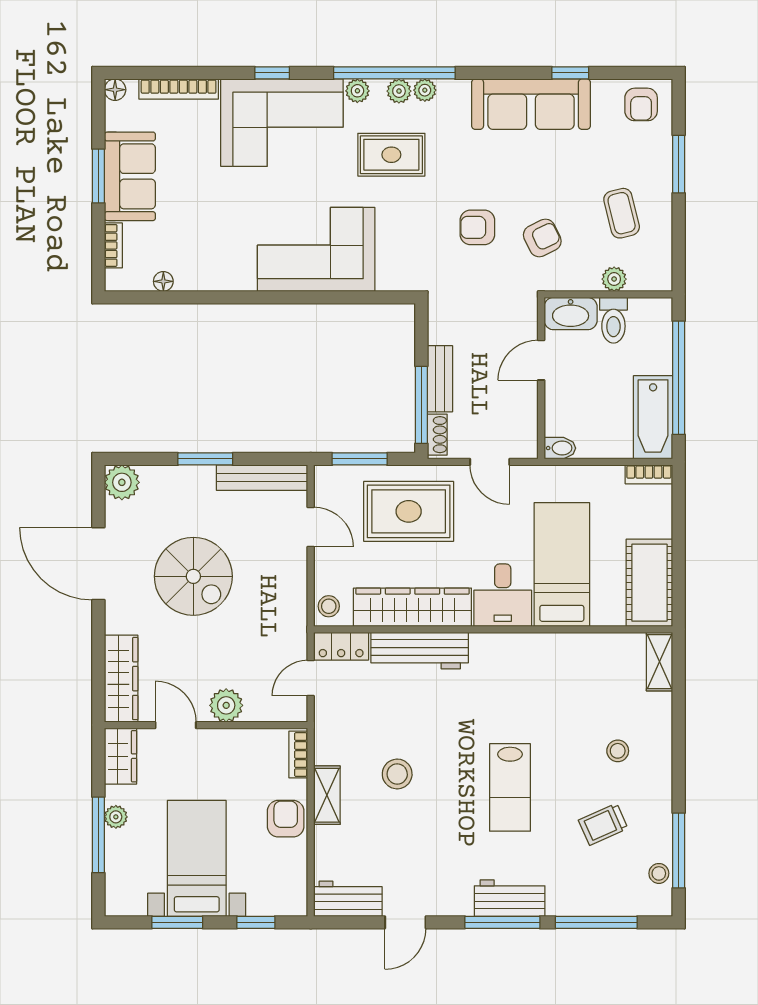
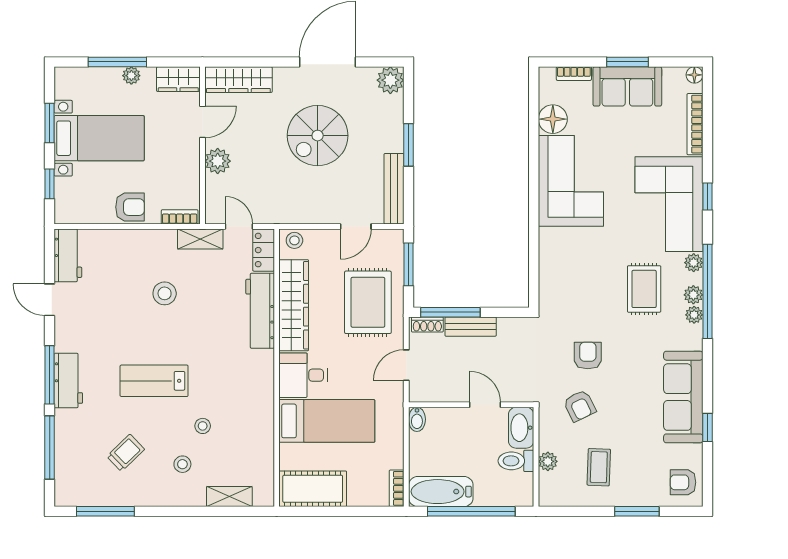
coffee table: (622, 213) -> (599, 467), turned -74
corner sofa: (316, 249) -> (571, 181), moved
floor lamp: (163, 281) -> (553, 119), width x1.89, depth x1.89
shelving: (659, 662) -> (229, 497), moved
shelving: (327, 795) -> (200, 239), moved
trolley: (603, 824) -> (126, 453), turned 70
stool: (659, 873) -> (203, 426), moved

